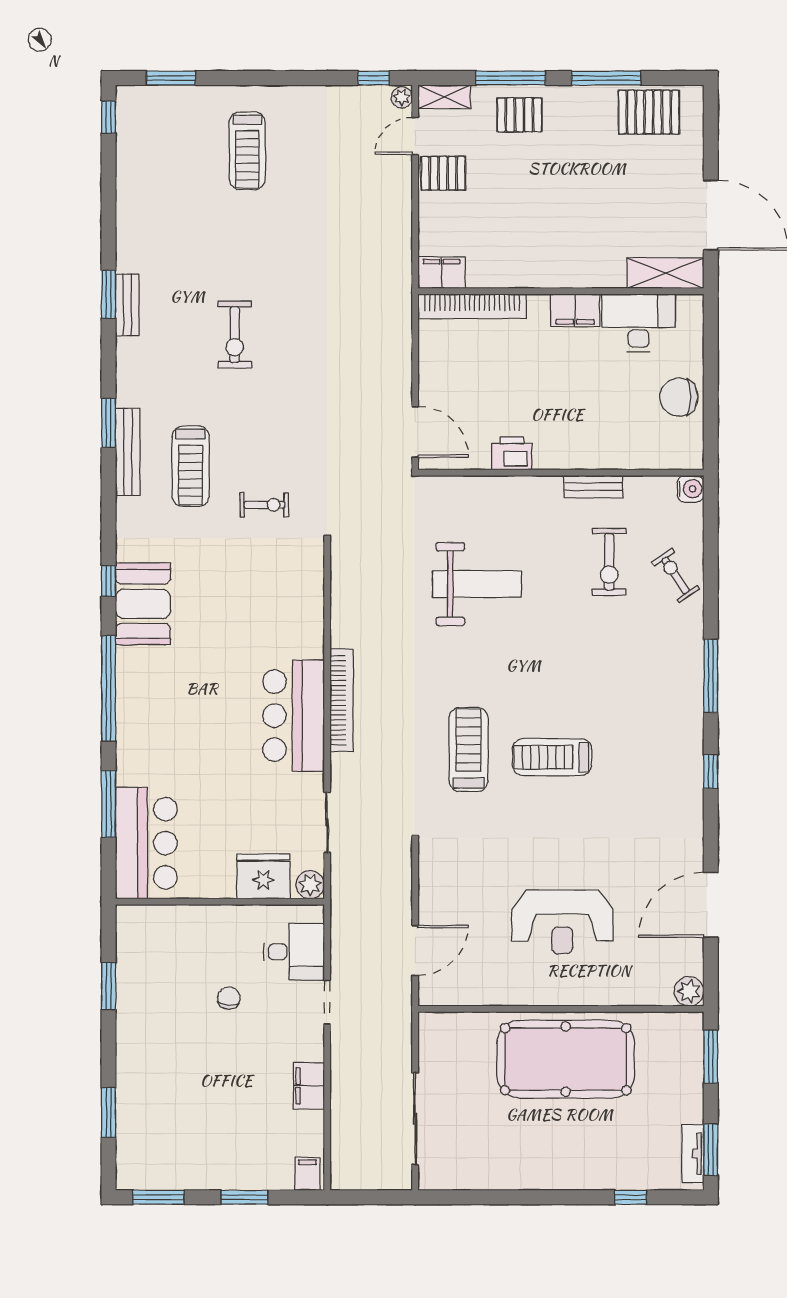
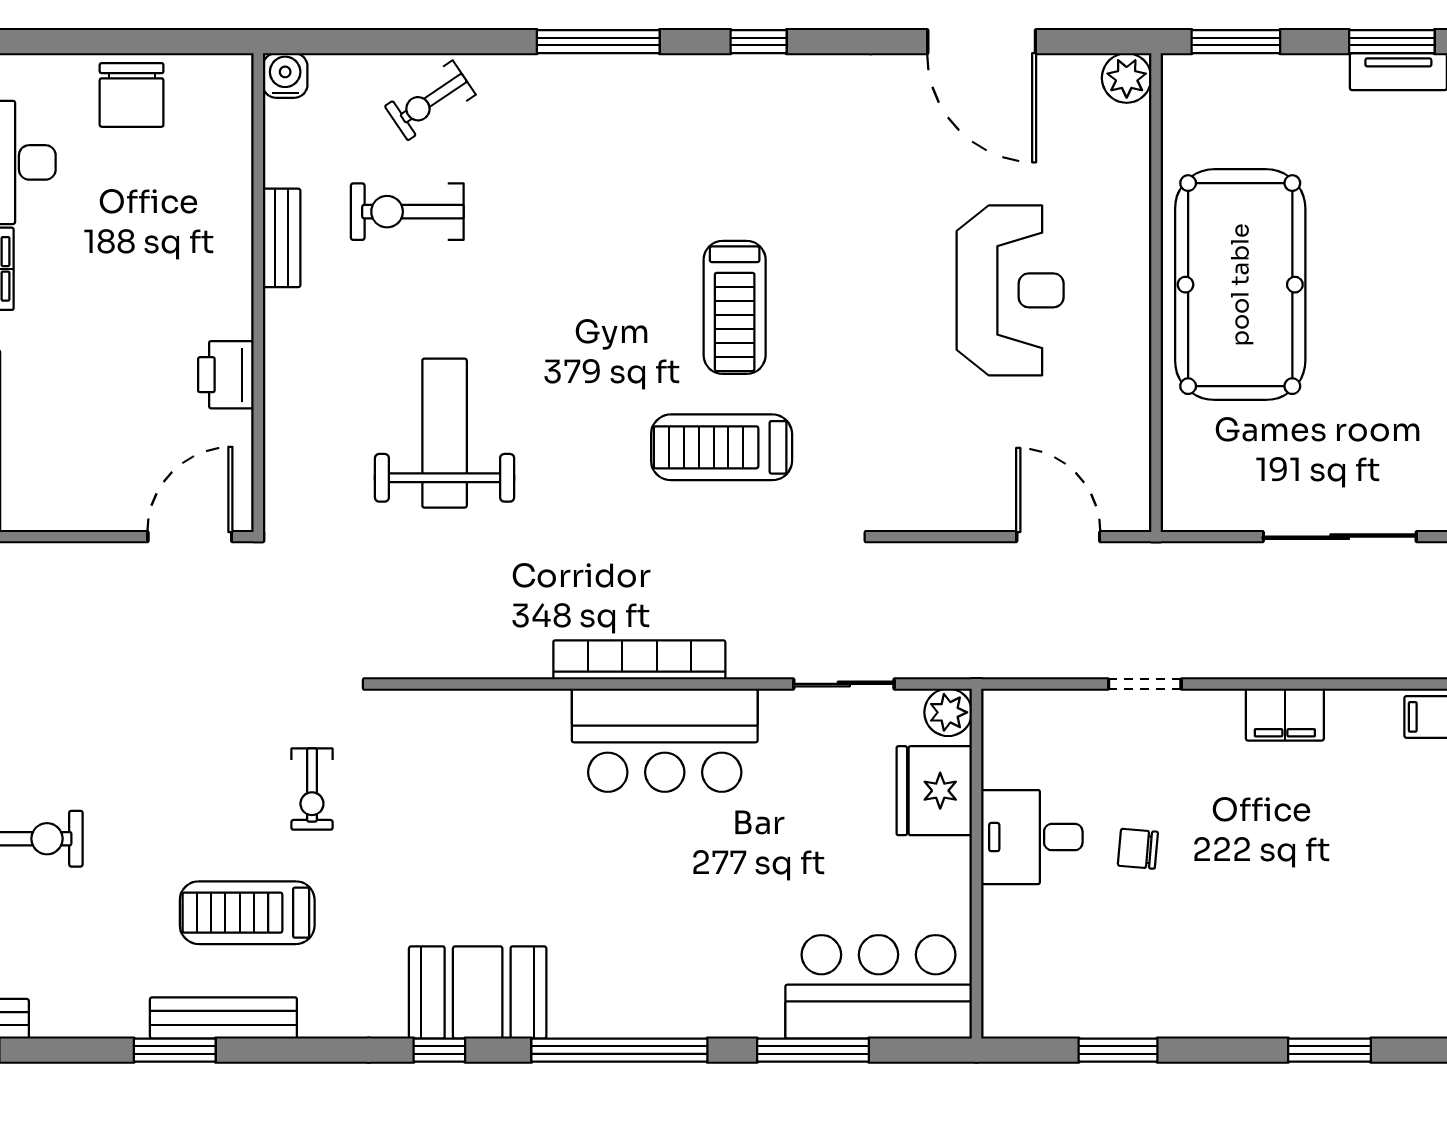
treadmill: (191, 466) -> (247, 913), turned 180
exercise bike: (264, 505) -> (312, 789), turned 180
exercise bike: (609, 562) -> (407, 212), turned 180
desk: (294, 952) -> (1032, 837), moved, turned -90

